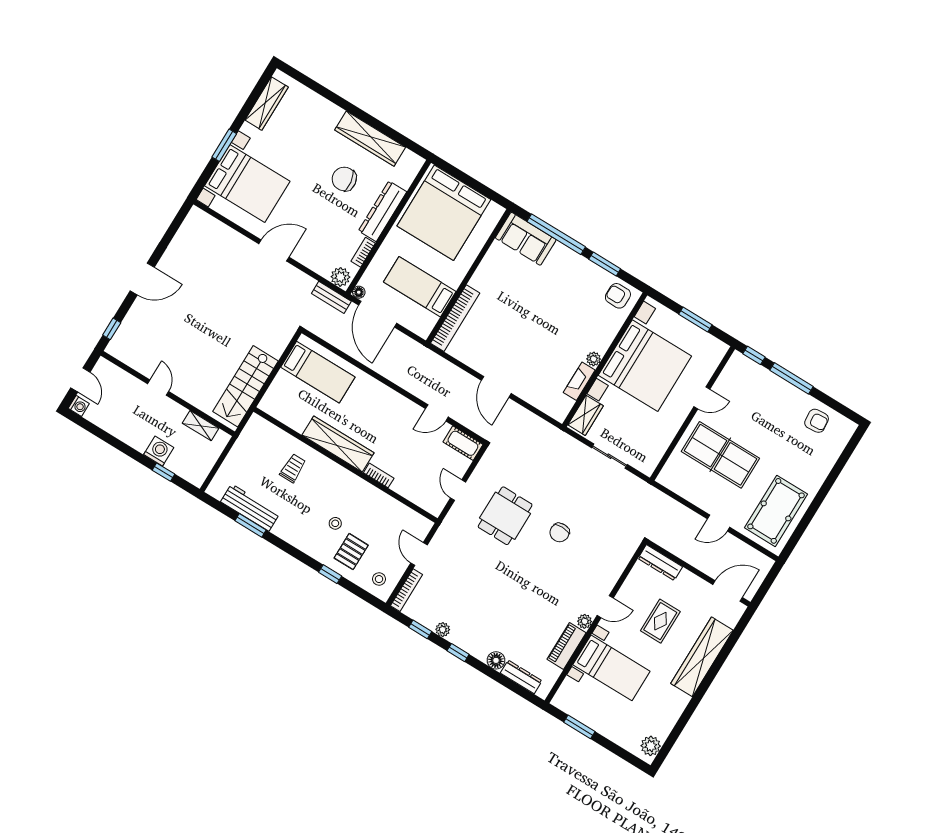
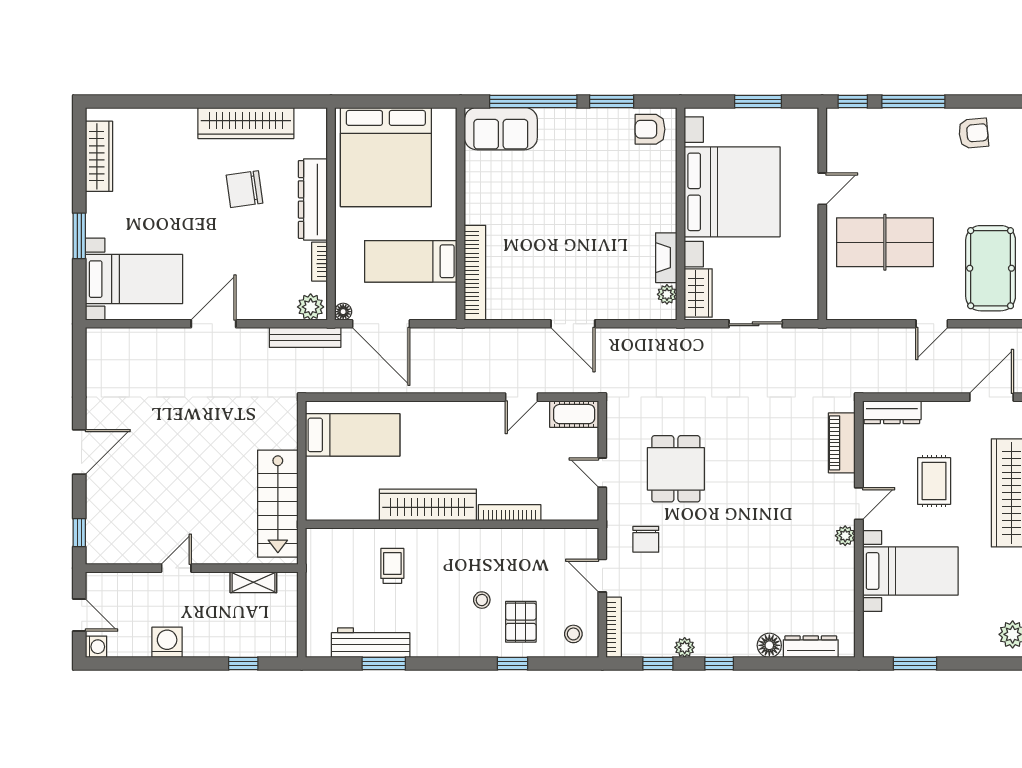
bed with nightstands: (247, 184) -> (134, 279), width x0.73
bench: (331, 297) -> (305, 337), width x1.36
plant: (594, 359) -> (667, 294), moved
door: (158, 388) -> (176, 568), hinge flipped
washing machine: (159, 451) -> (167, 642), moved
bookcase: (379, 475) -> (510, 513), width x1.56
chair: (560, 532) -> (646, 539), moved
piano: (567, 646) -> (842, 443), moved

